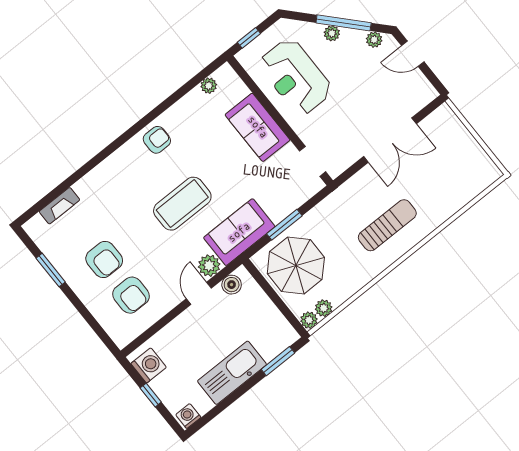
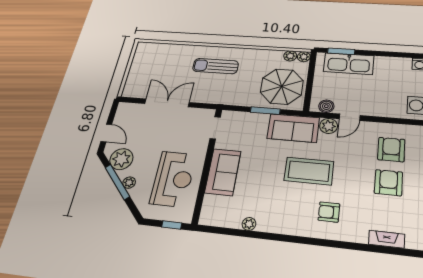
plant: (374, 40) -> (121, 159), width x1.88, depth x1.88
plant: (209, 86) -> (249, 224), moved
armchair: (157, 140) -> (329, 212), moved
kitchen sink: (232, 373) -> (349, 64), moved

